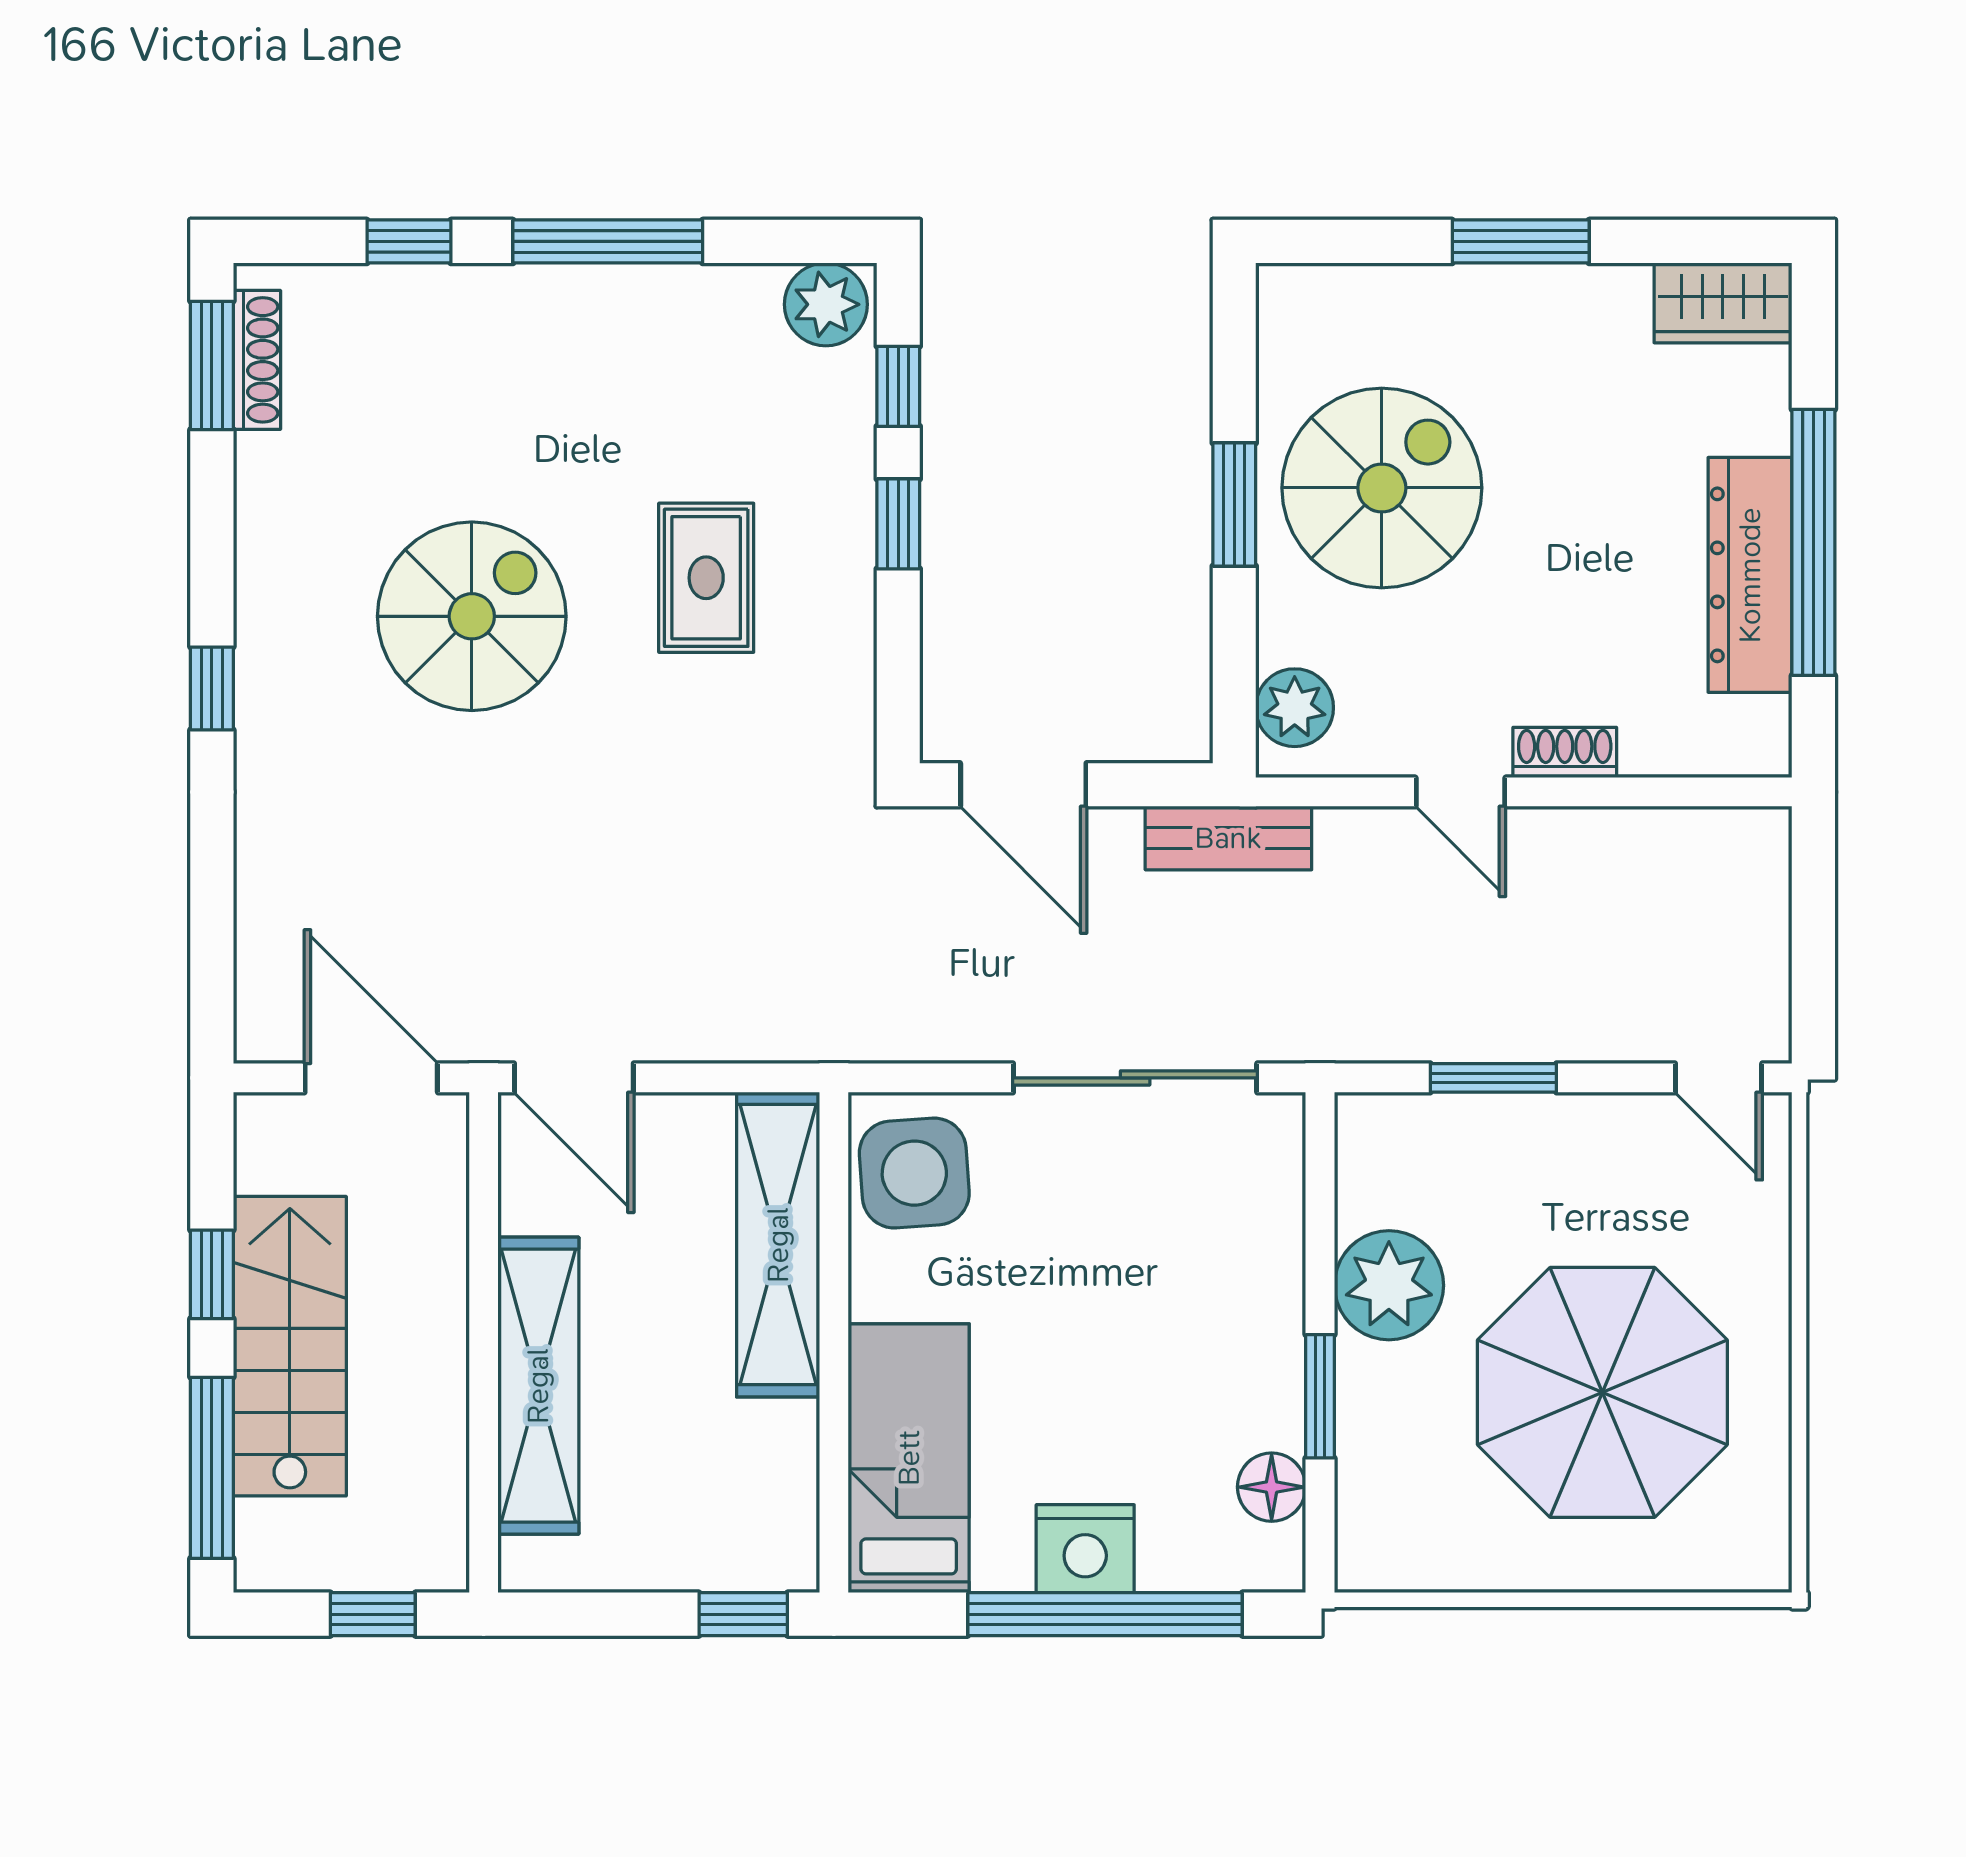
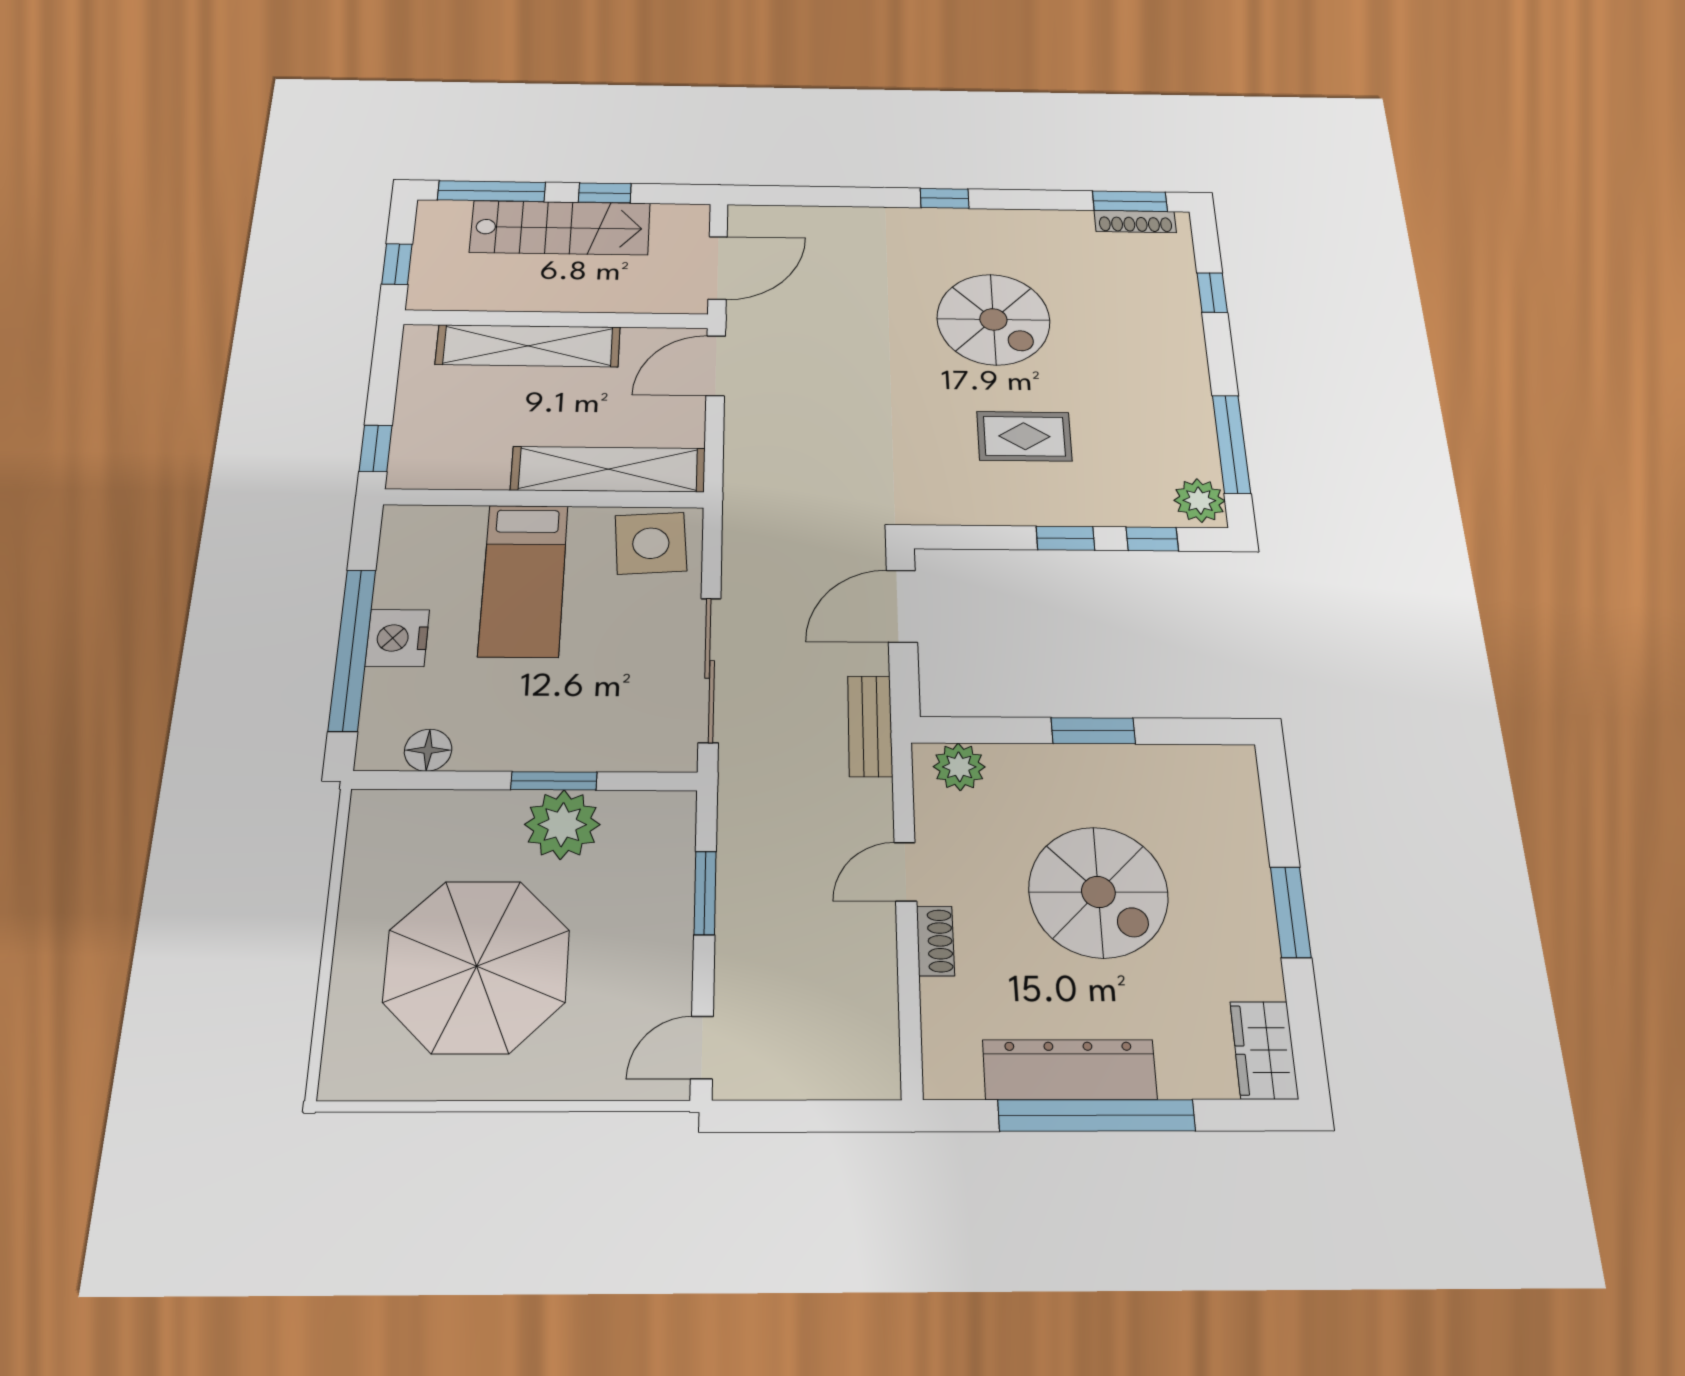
window: (608, 241) -> (1231, 444), moved
spiral stairs: (1382, 488) -> (1098, 892), moved
window: (1320, 1396) -> (554, 781), moved
bed: (909, 1458) -> (523, 580), moved, turned 90

